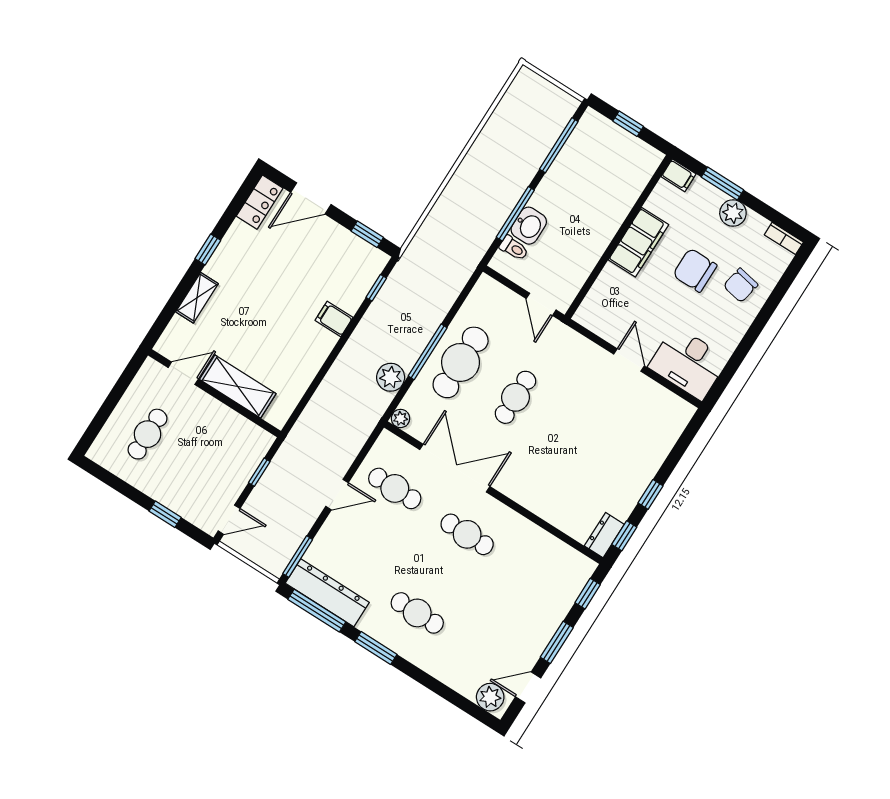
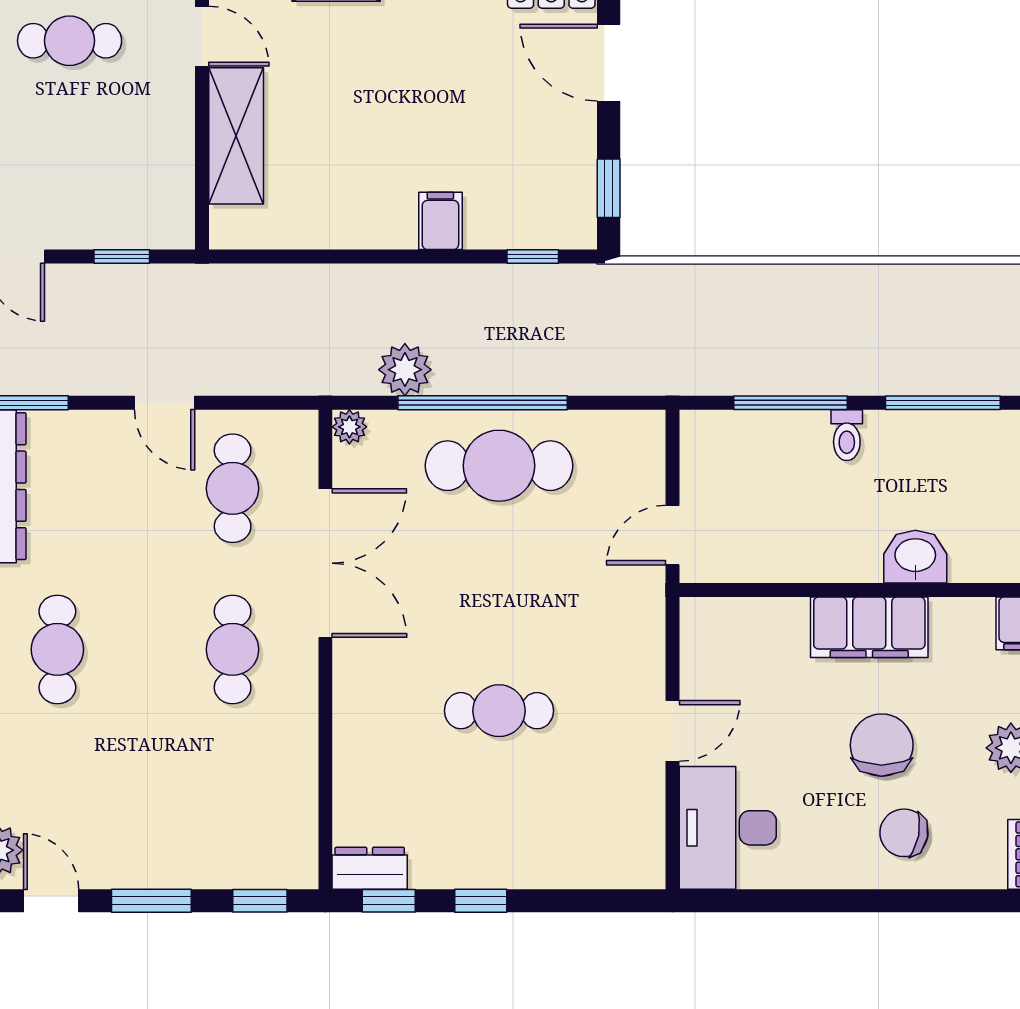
washbasin: (529, 226) -> (915, 557), moved, turned 180
toilet: (514, 248) -> (847, 435), moved
window: (428, 352) -> (483, 403), width x1.46
cafe table: (515, 397) -> (499, 711), moved

